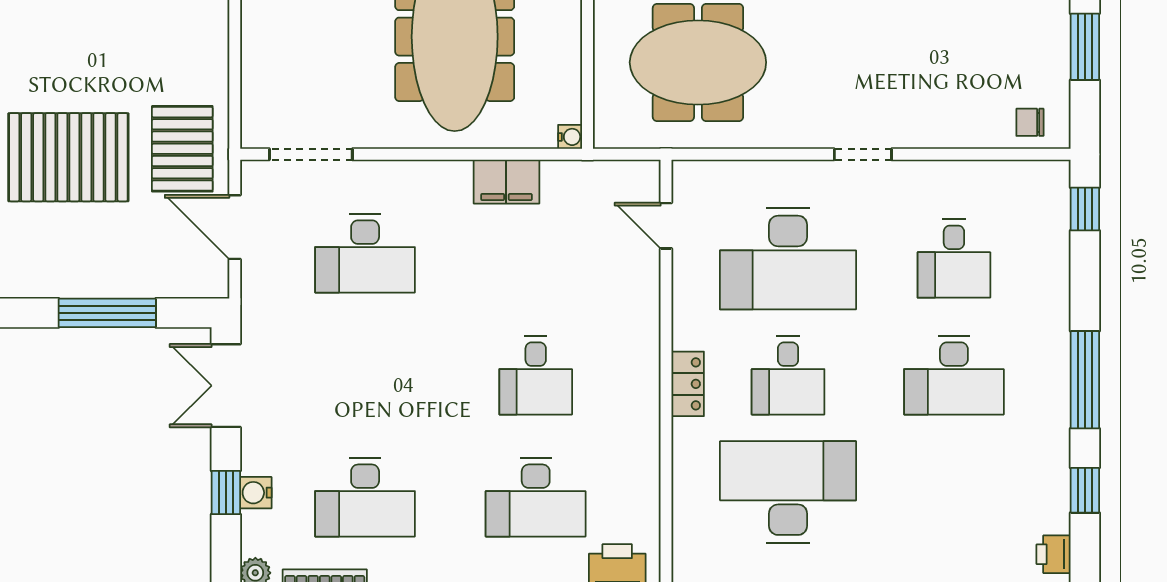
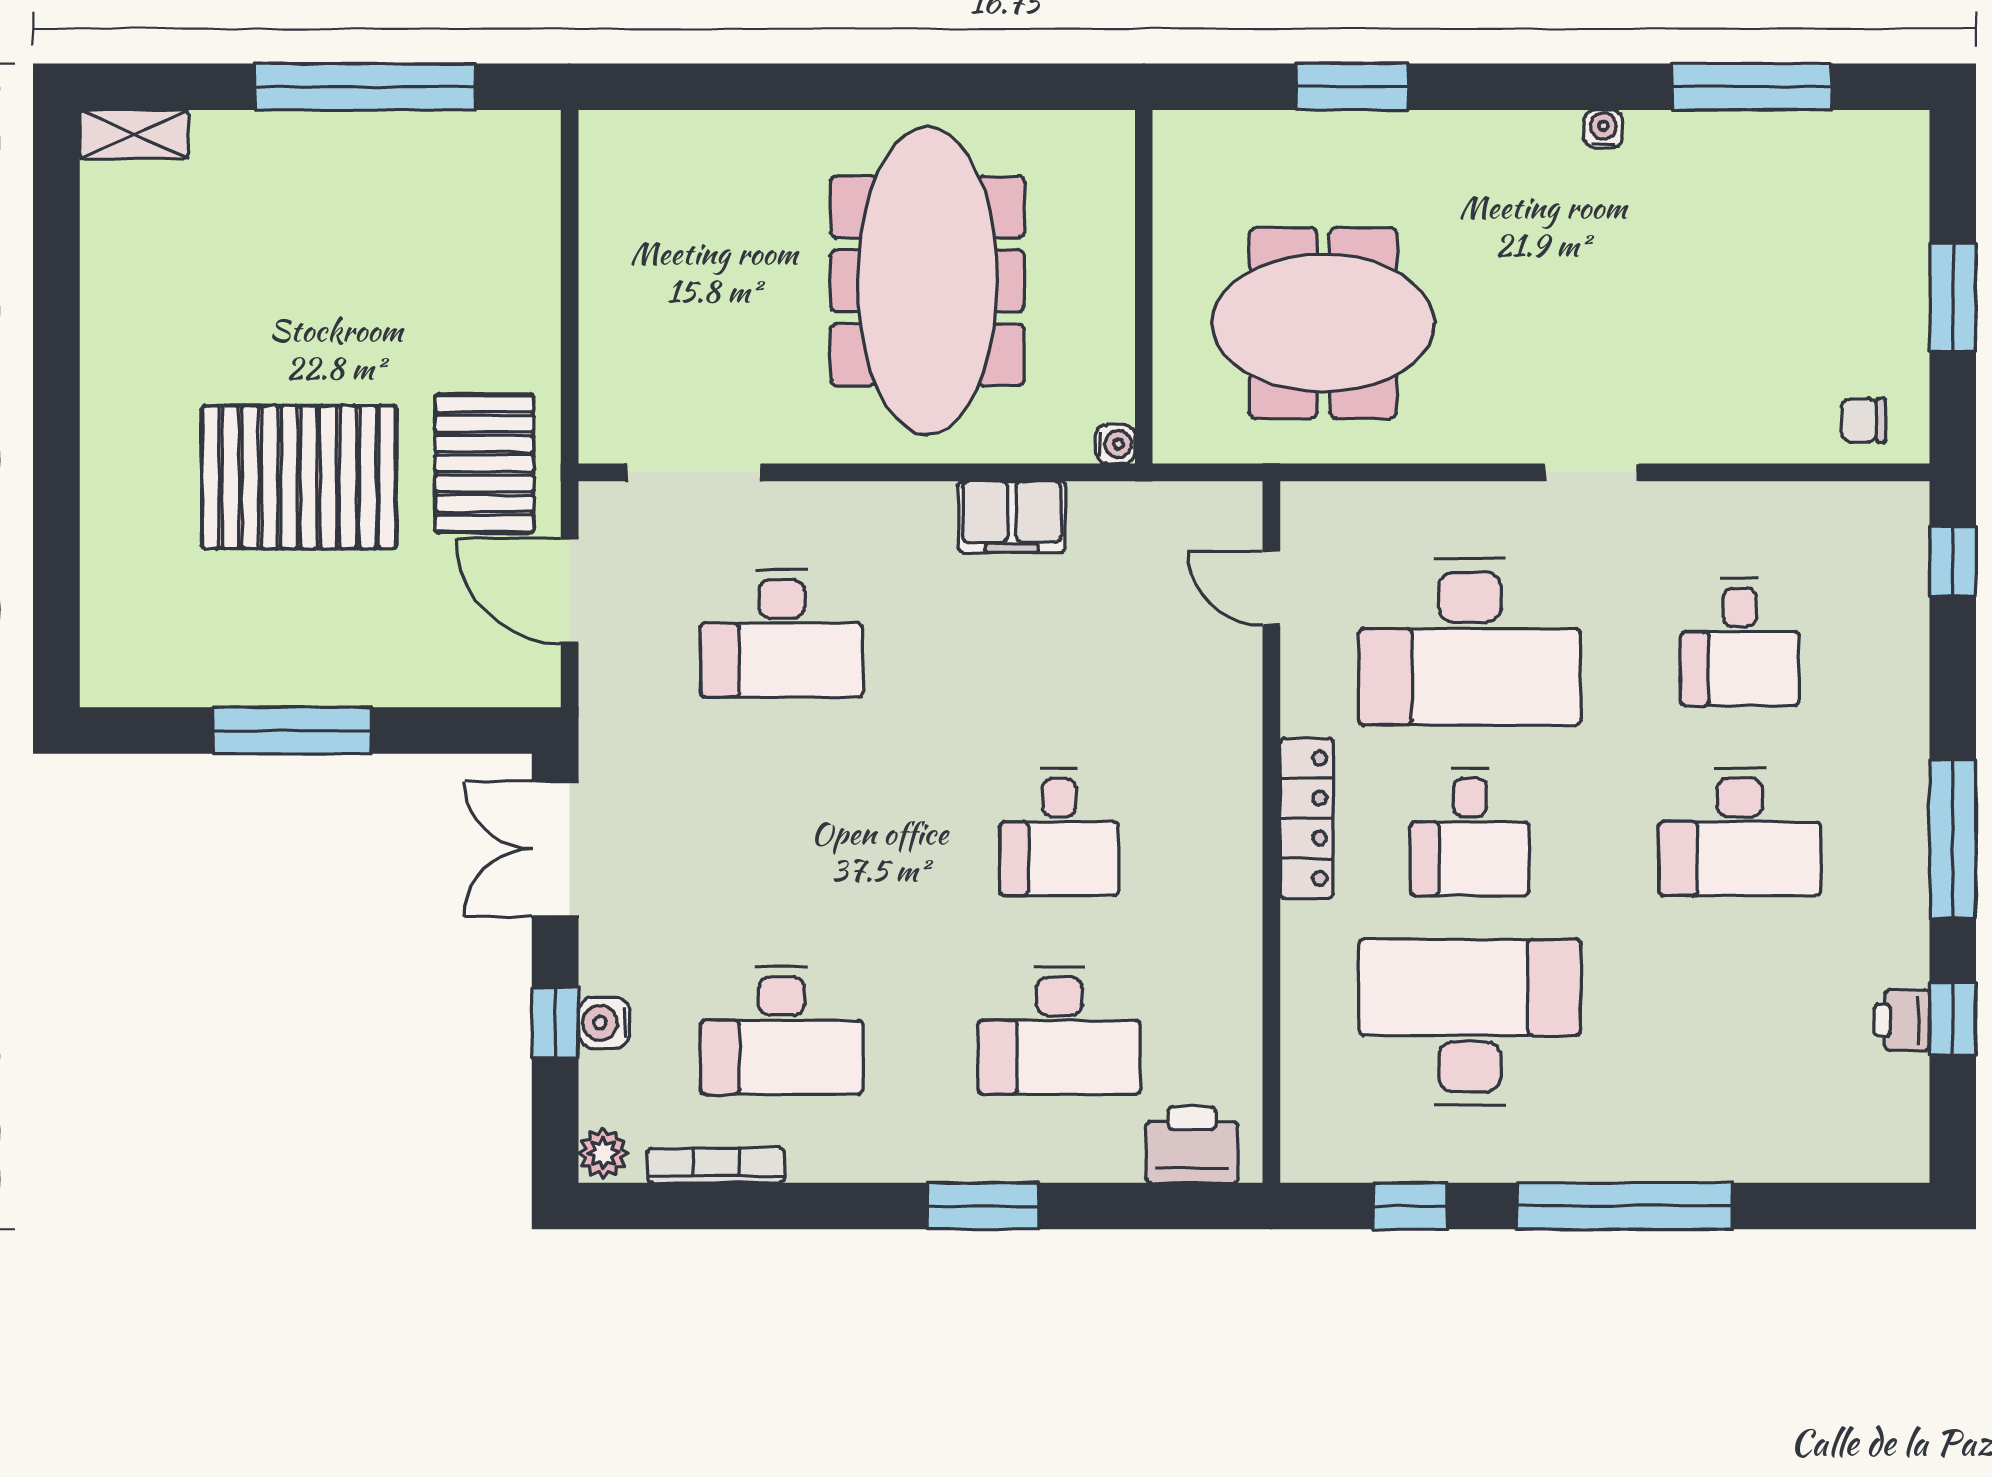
window: (107, 313) -> (292, 730), moved
locker: (688, 384) -> (1307, 818), width x1.53
printer: (1053, 554) -> (1902, 1020), moved

